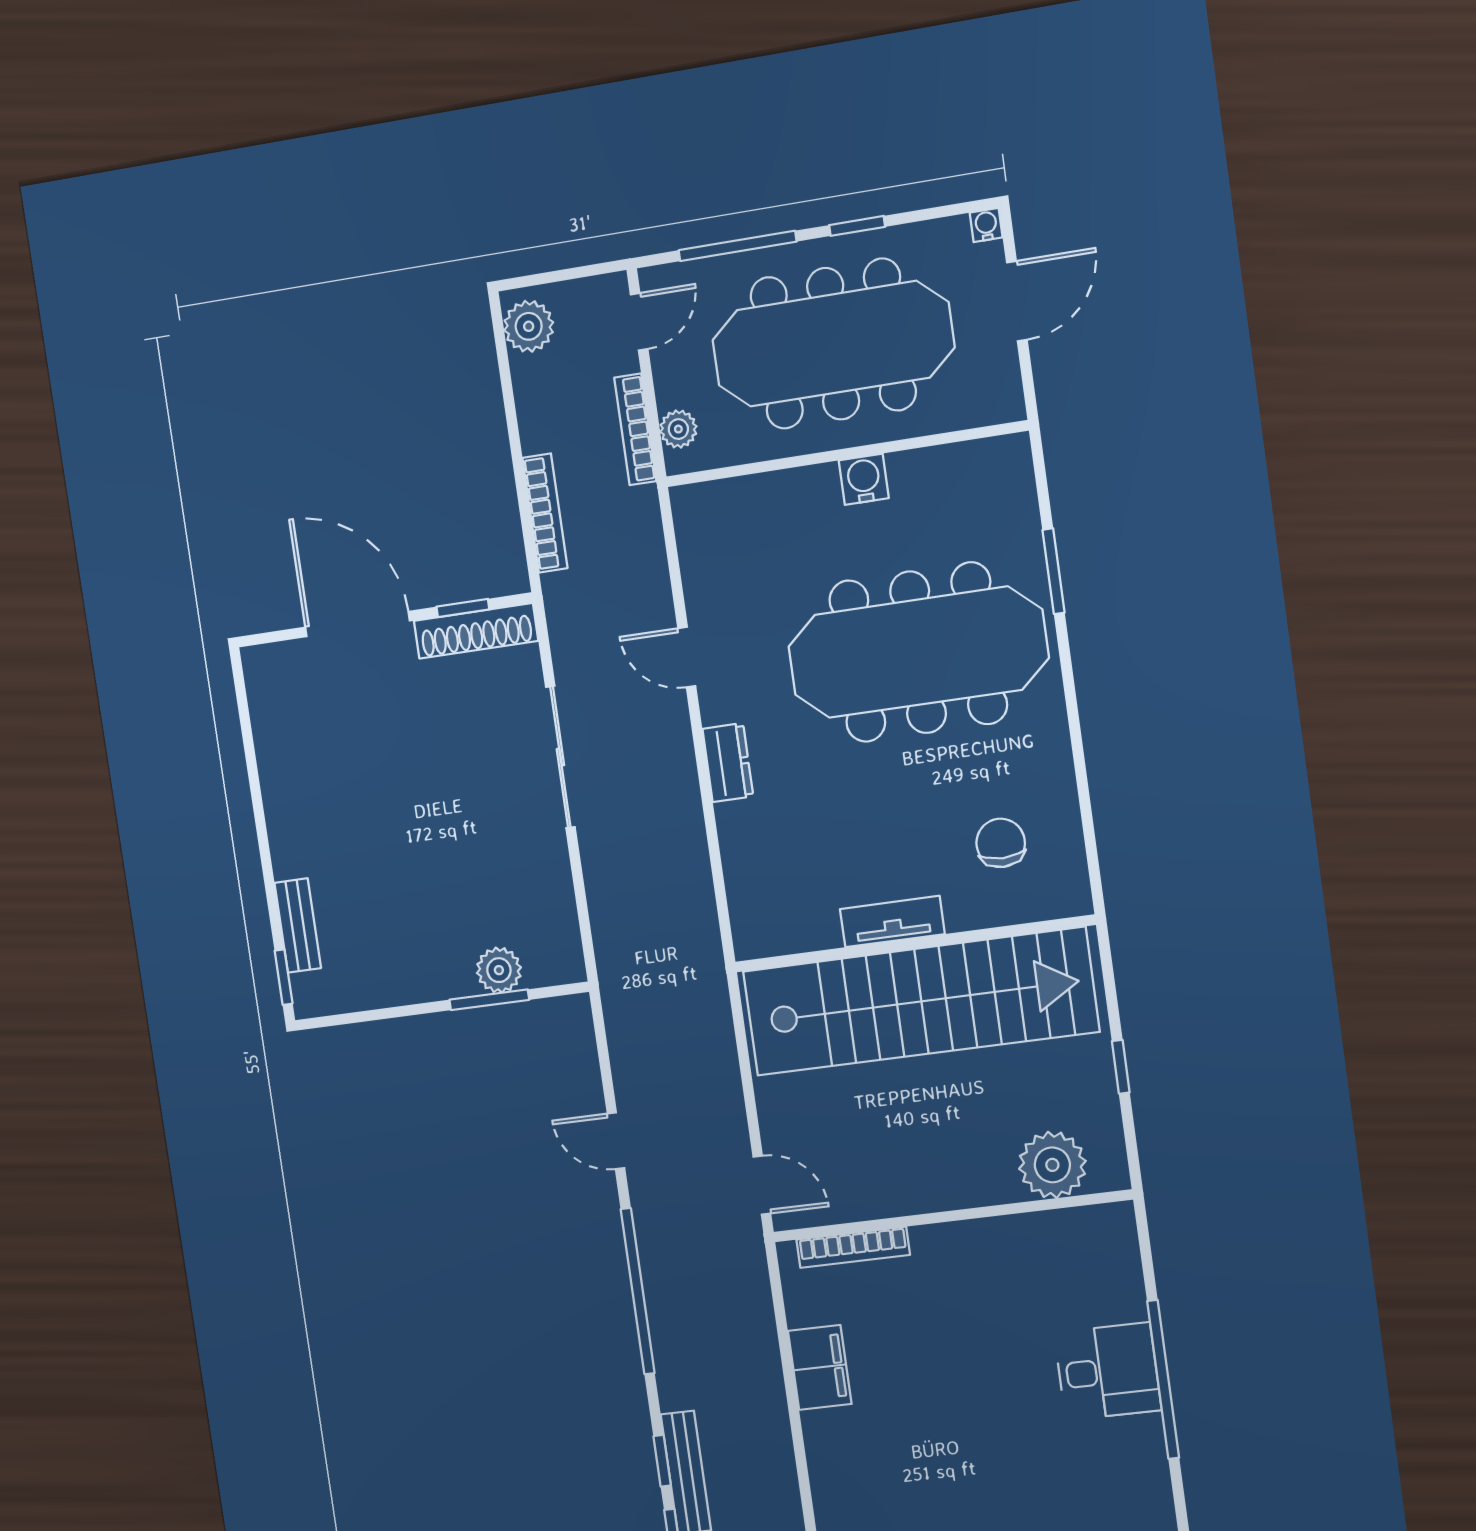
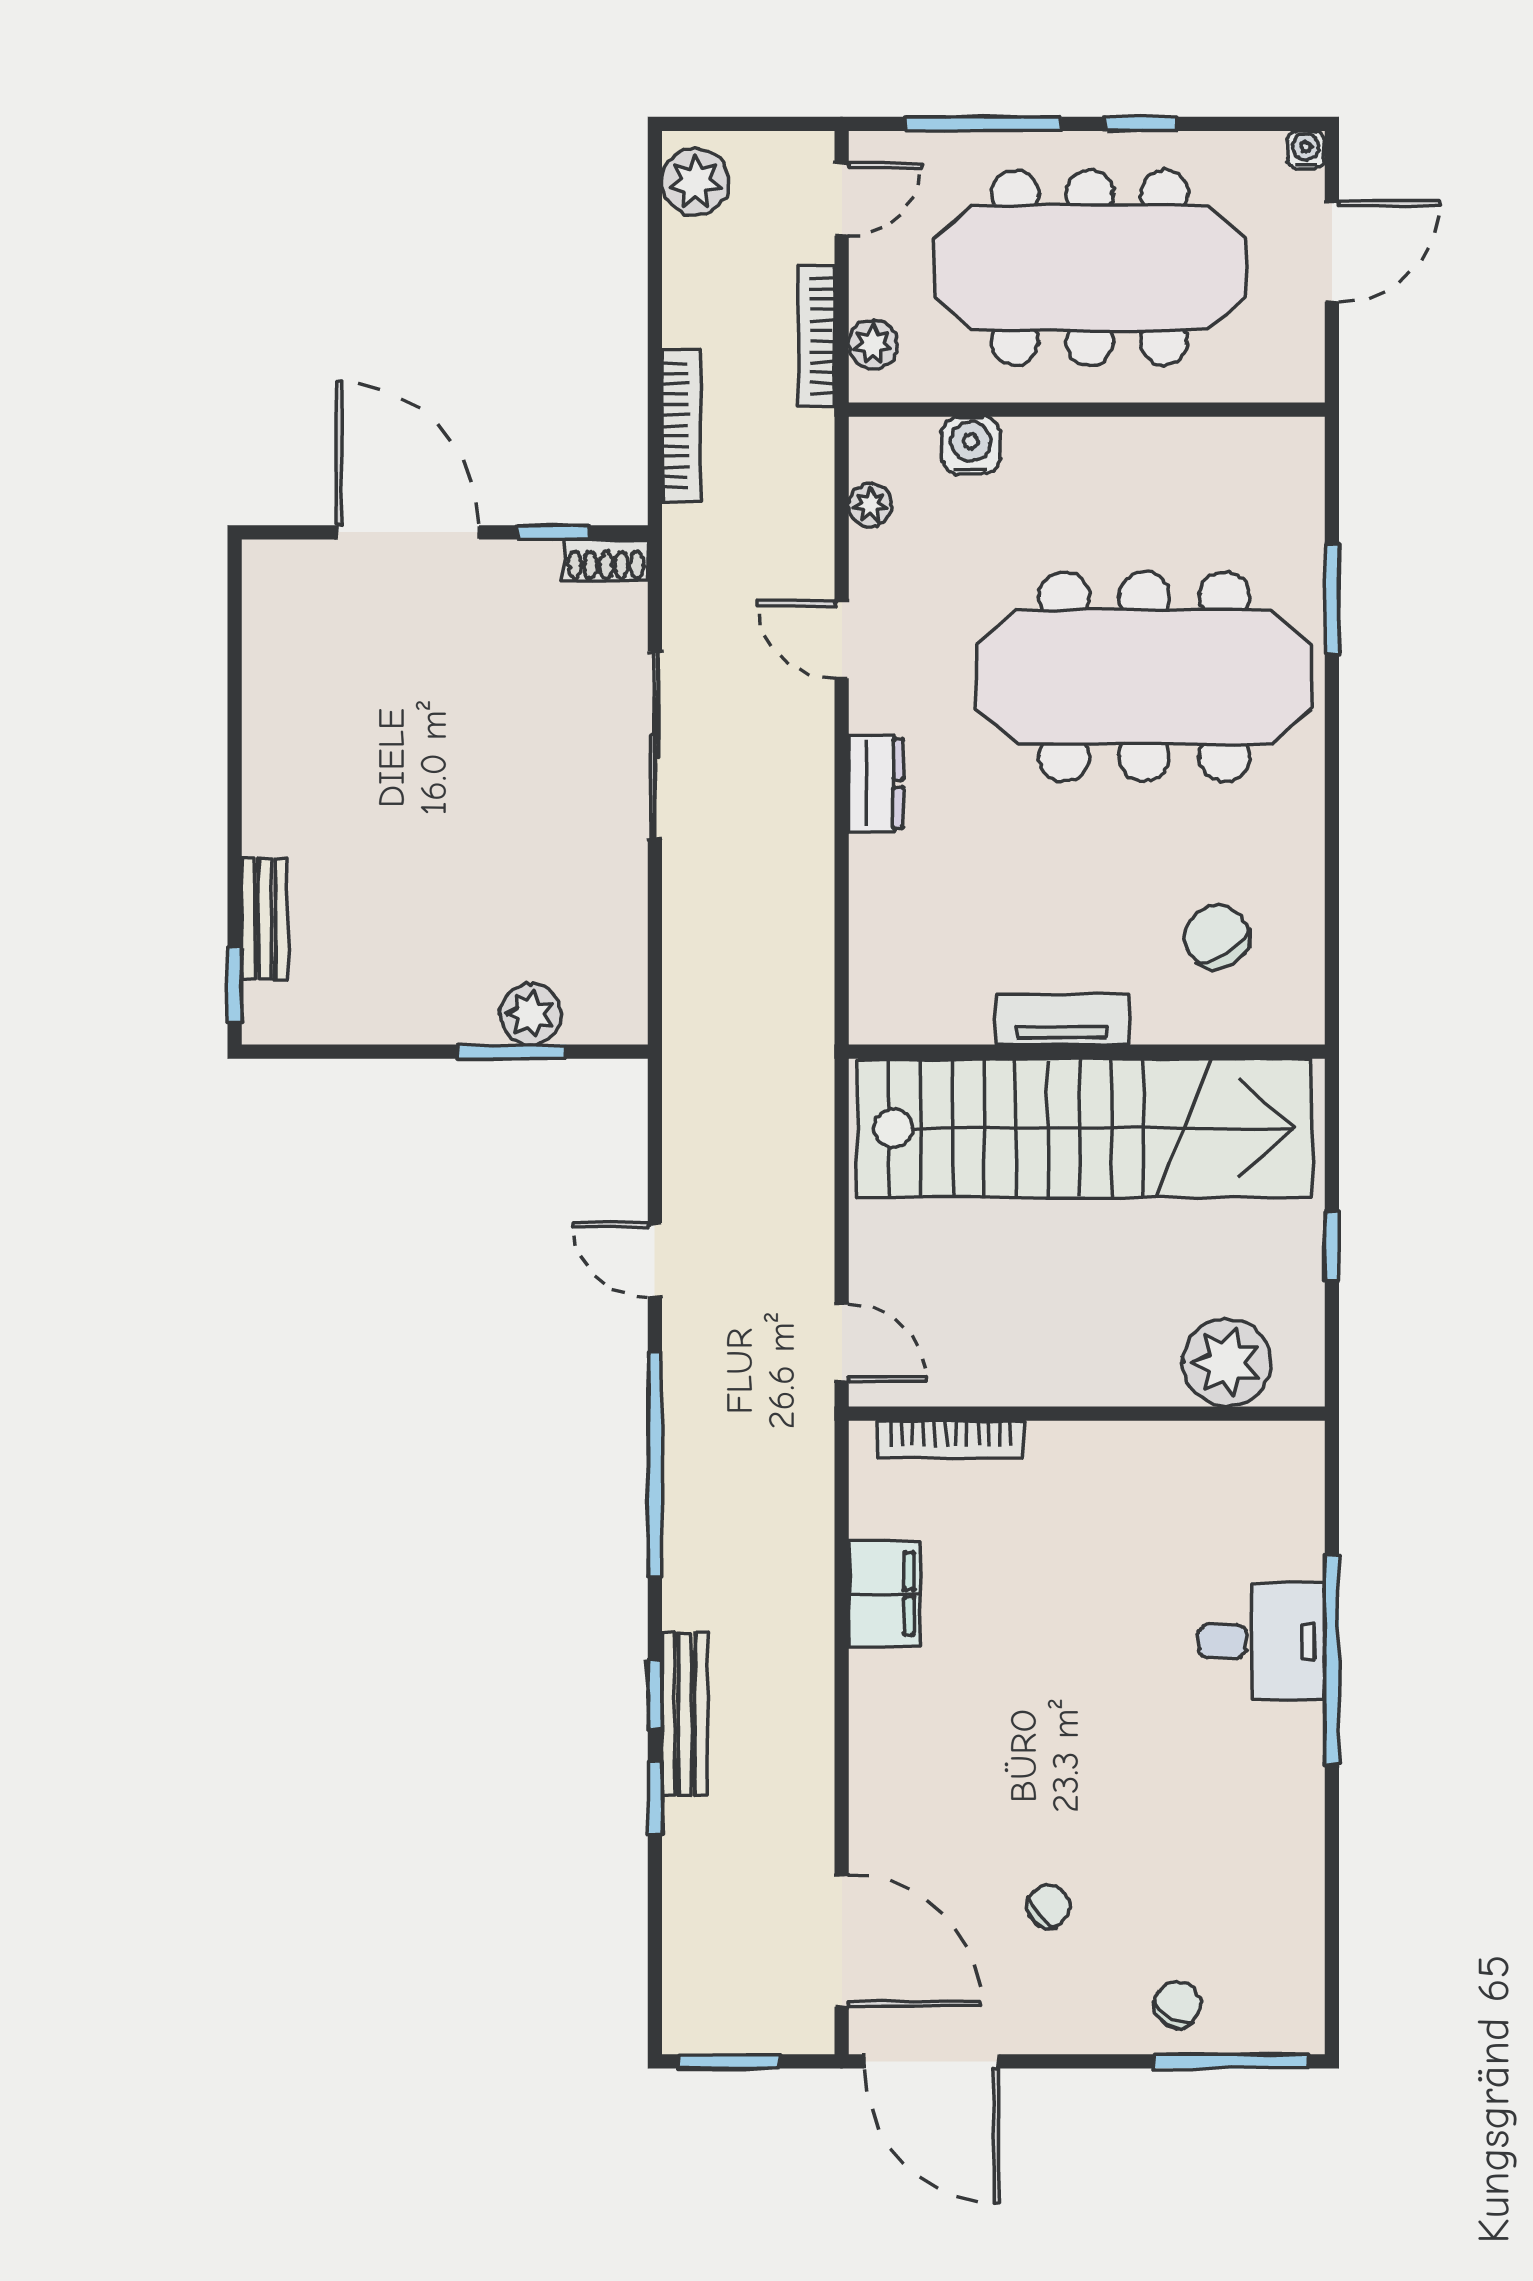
water cooler: (864, 479) -> (971, 446), moved
plant: (694, 552) -> (870, 505), added
shoe rack: (476, 631) -> (606, 560), width x0.51, depth x0.81
chair: (1001, 843) -> (1217, 937), turned -32

